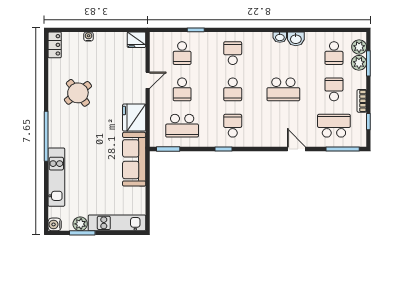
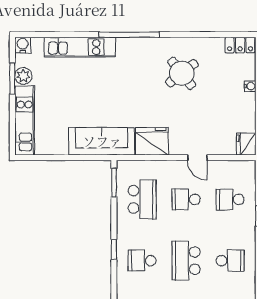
school desk: (233, 89) -> (186, 261), width x1.85
school desk: (182, 126) -> (142, 199), turned 180
school desk: (233, 126) -> (142, 261), turned 180

